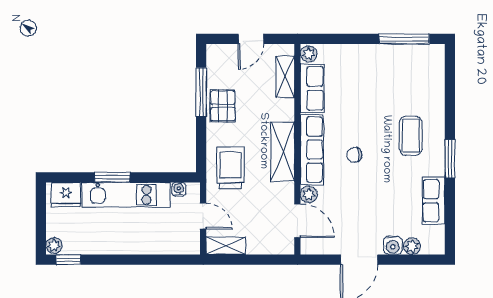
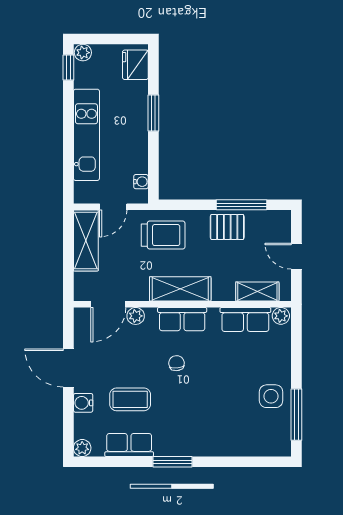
side table: (386, 64) -> (271, 396), added
coffee table: (411, 136) -> (130, 399), moved
row of seats: (312, 149) -> (182, 319), width x0.68
kitchen unit: (126, 195) -> (86, 135), moved, turned 180
shelving: (226, 246) -> (86, 241), width x1.50, depth x1.33
plant: (412, 246) -> (82, 448), moved

